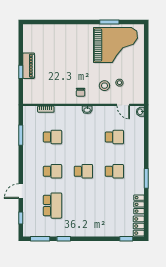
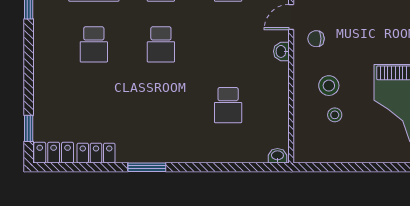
door: (123, 105) -> (291, 17), moved
school desk: (114, 171) -> (94, 44), moved

